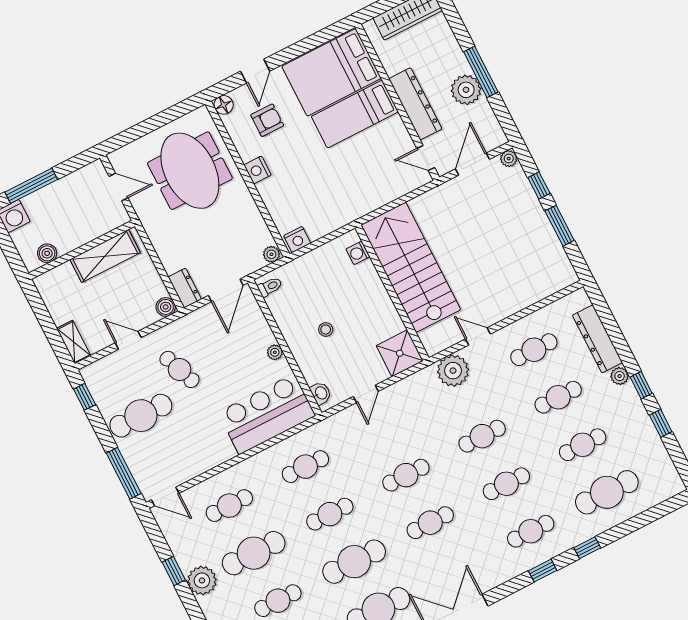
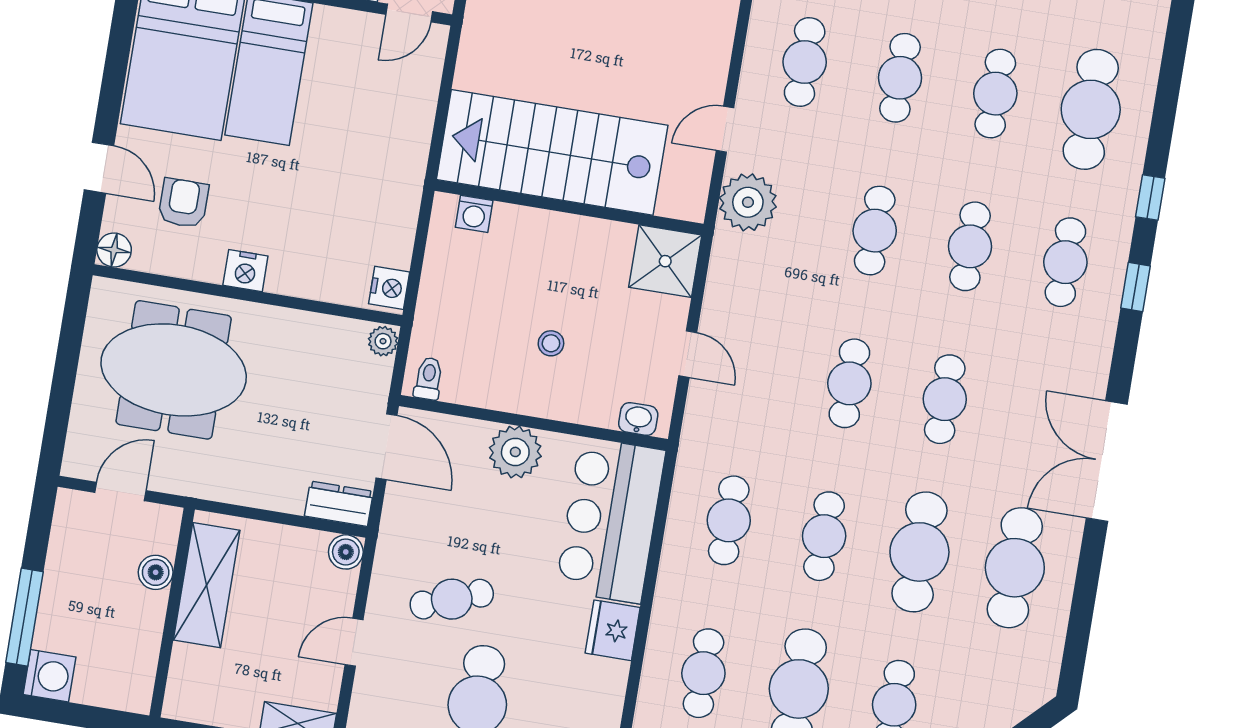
boiler: (47, 253) -> (156, 572), moved
plant: (275, 352) -> (515, 452), width x1.88, depth x1.88
fridge: (219, 451) -> (613, 630), added

